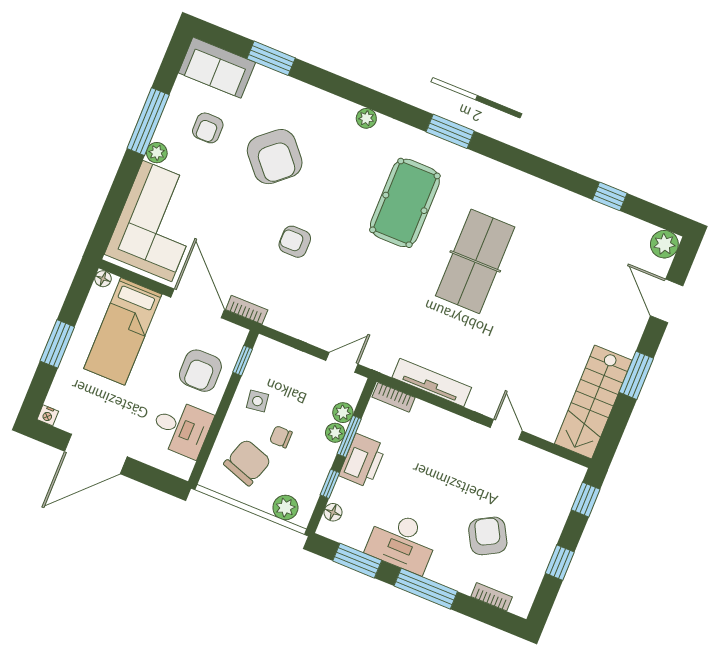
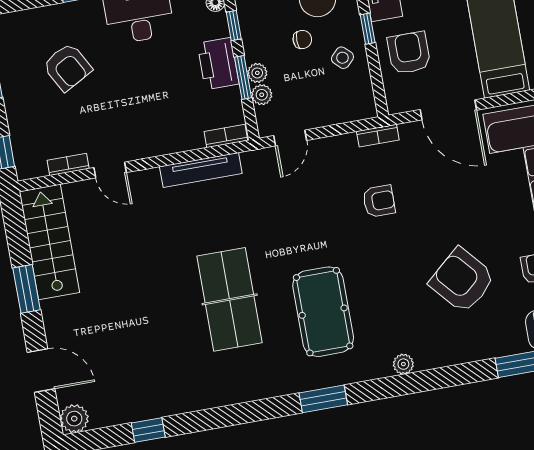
armchair: (295, 242) -> (379, 201), moved
bookcase: (247, 310) -> (378, 136), moved
window: (243, 361) -> (368, 29), moved
side table: (257, 401) -> (342, 58), turned -38
bookcase: (492, 597) -> (68, 164), moved, turned 180

